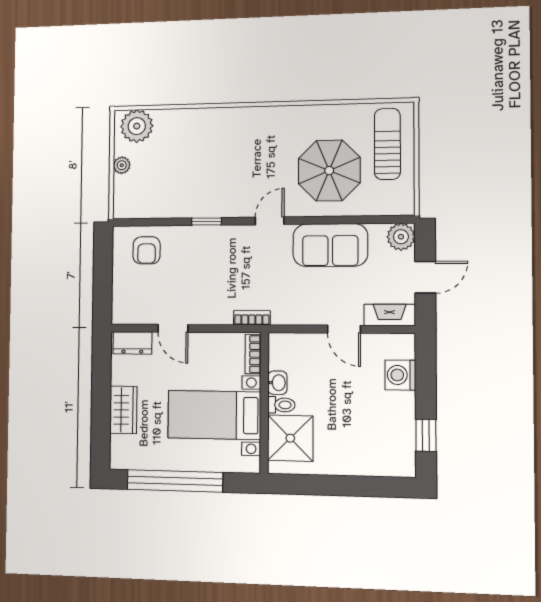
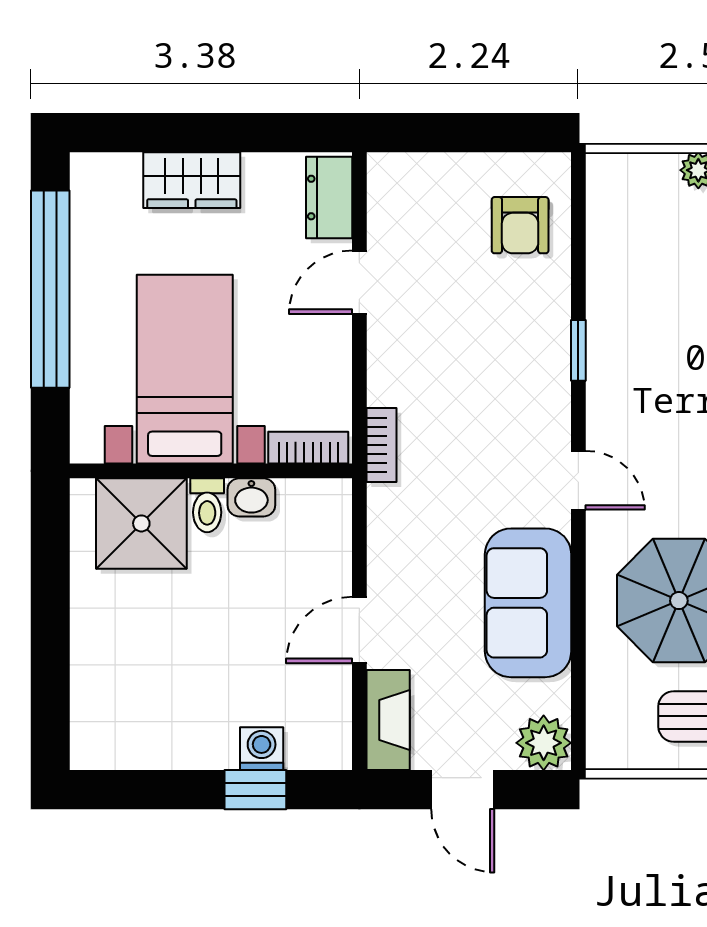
armchair: (147, 250) -> (520, 225), turned -90
washing machine: (400, 375) -> (262, 749), width x0.73, depth x0.73
window: (426, 435) -> (255, 790), moved

